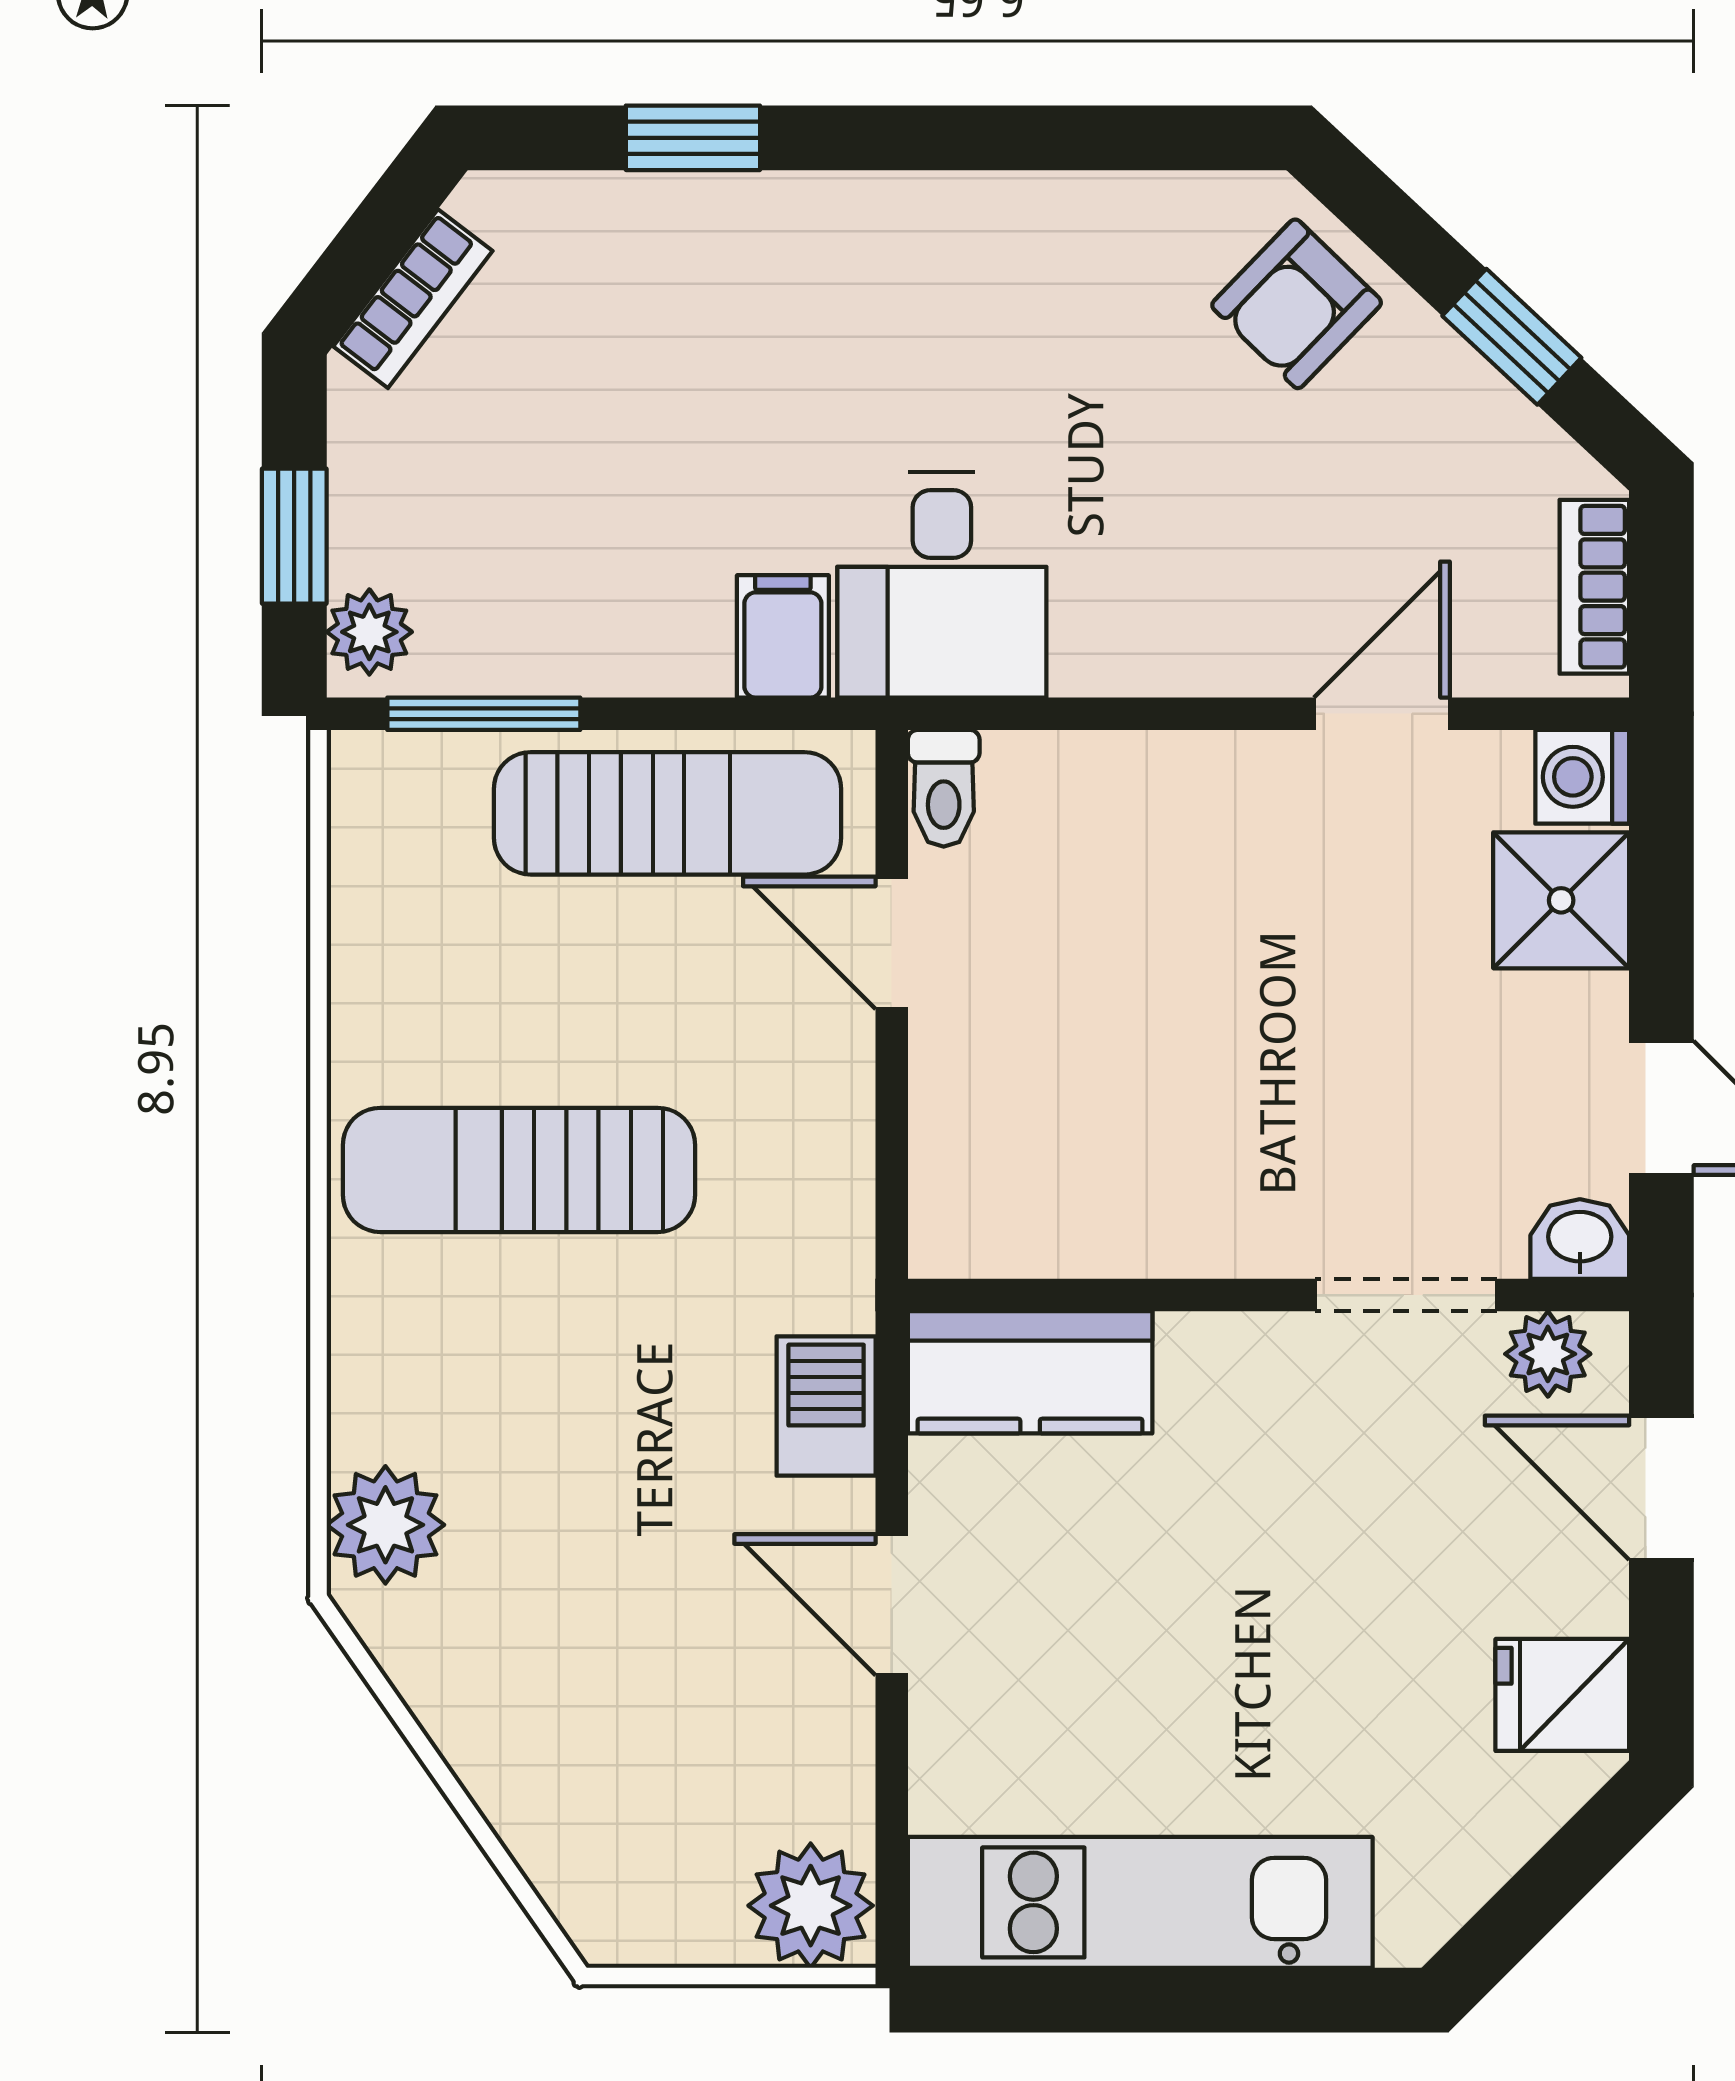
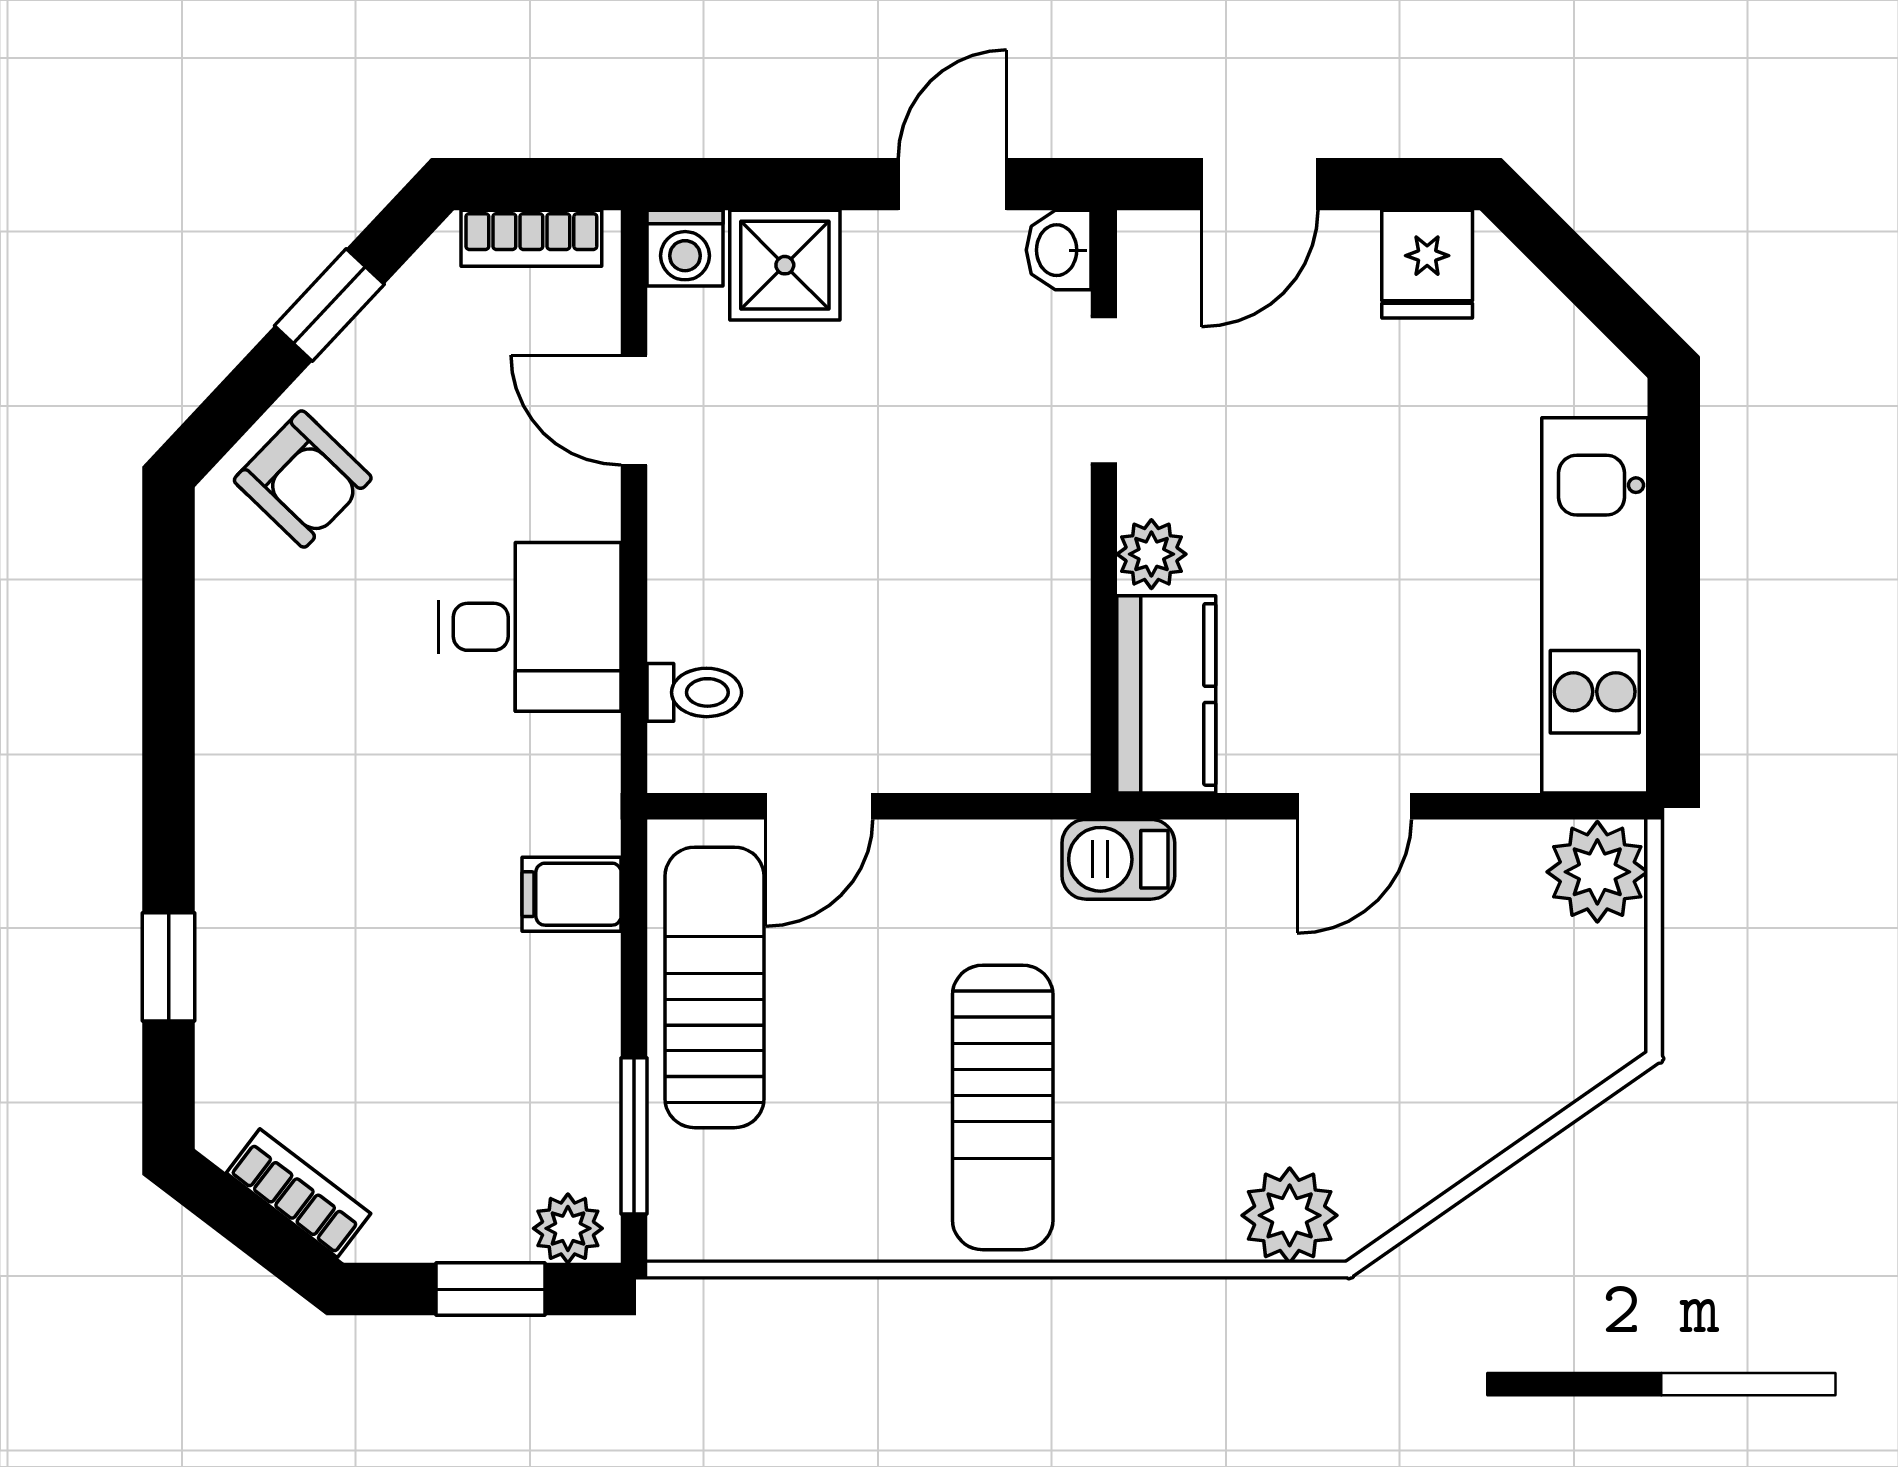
desk: (942, 585) -> (530, 627), moved
toilet: (944, 788) -> (694, 692), moved
plant: (1548, 1354) -> (1151, 554), moved
barbecue: (826, 1406) -> (1118, 859), moved

